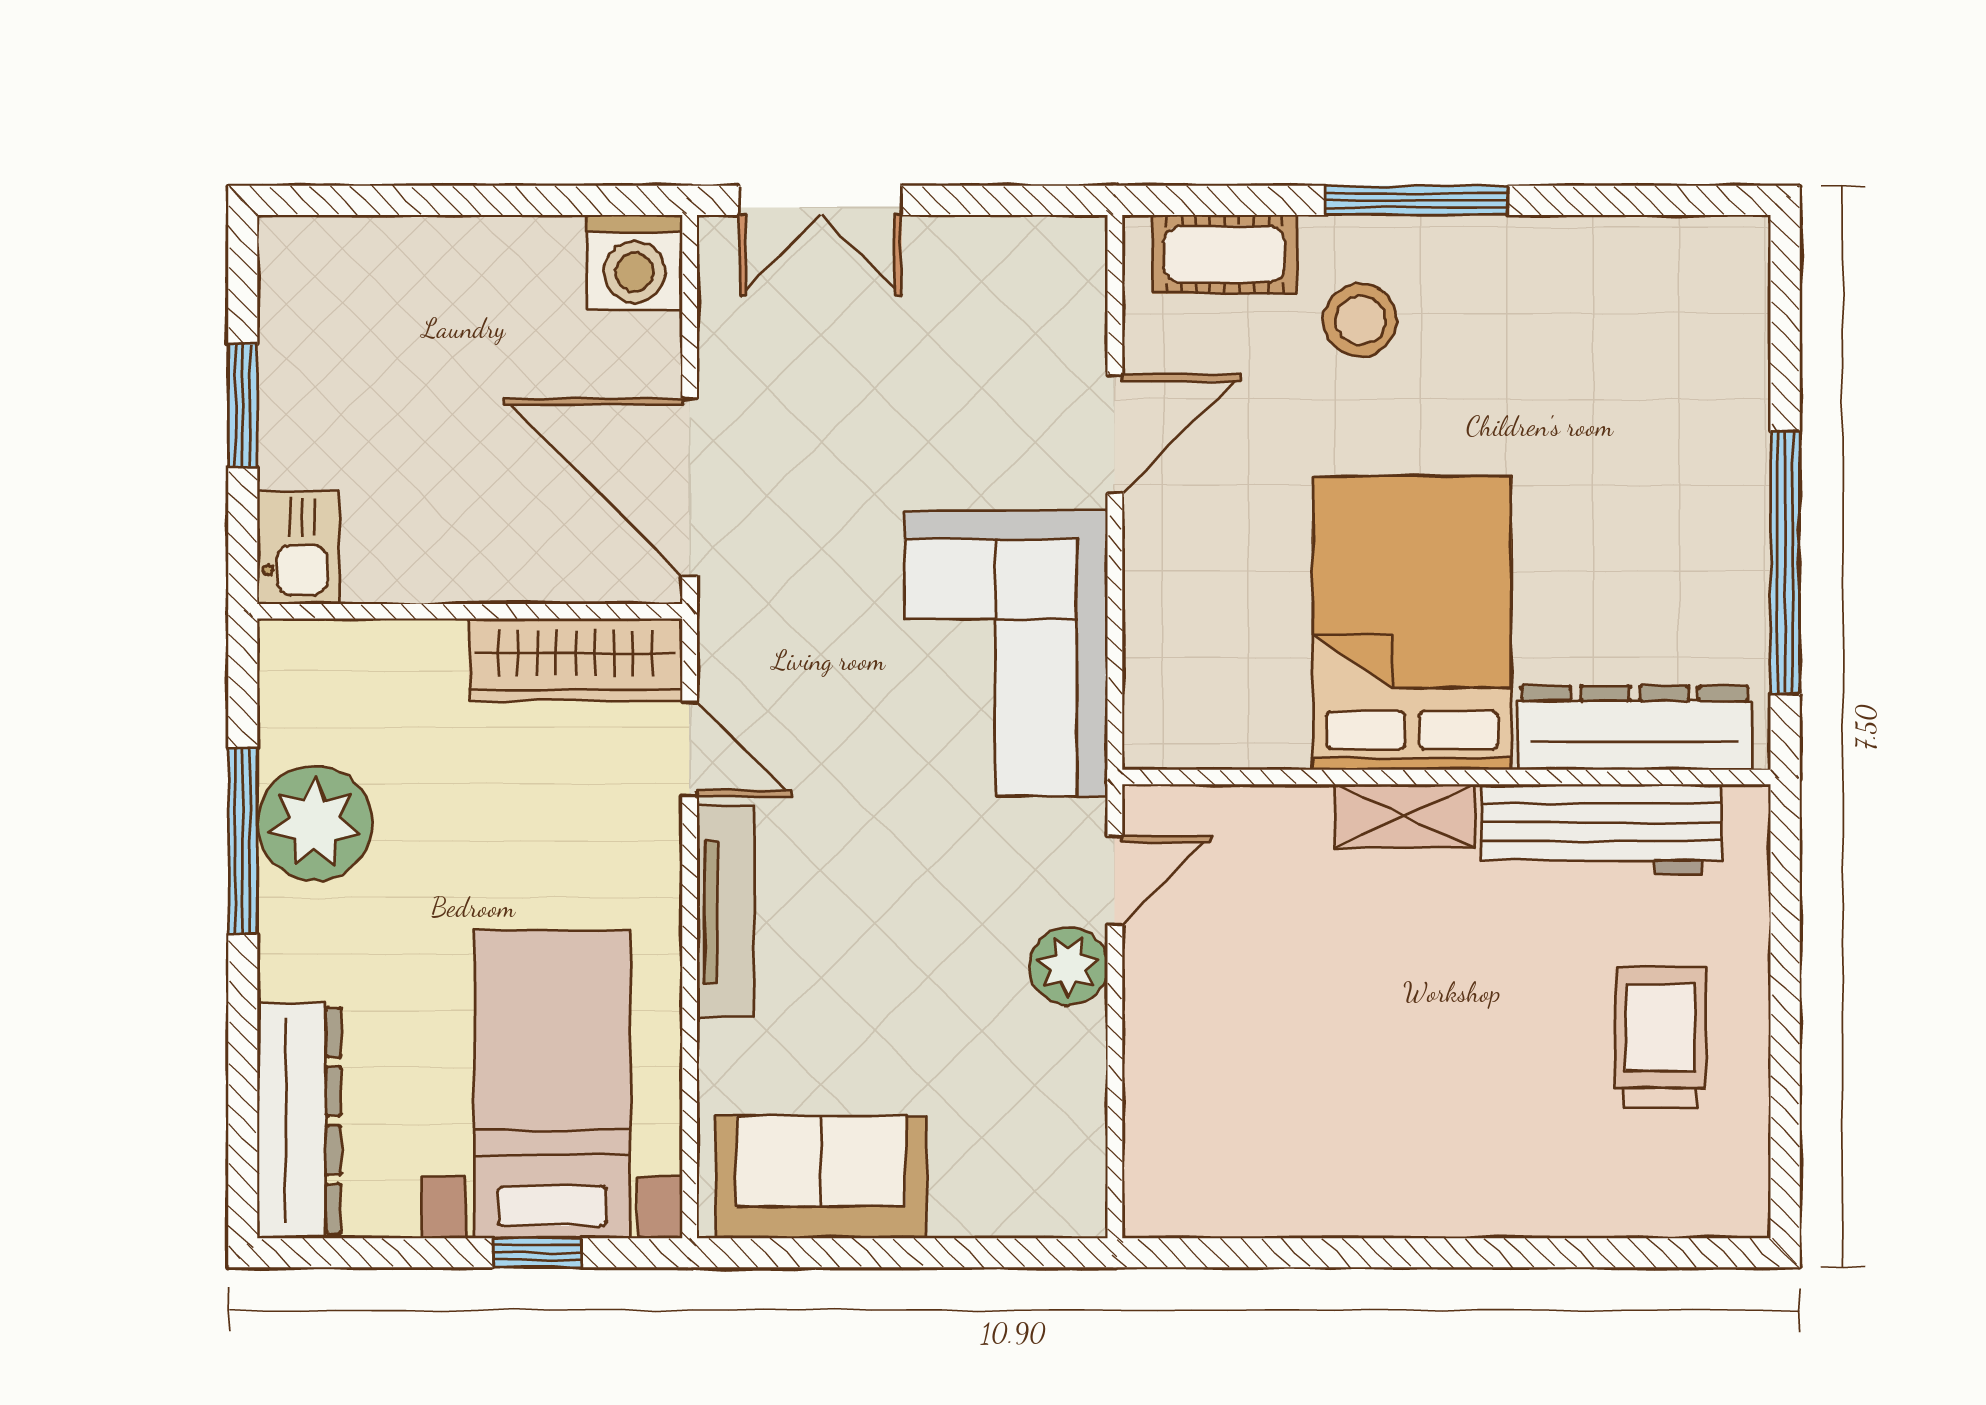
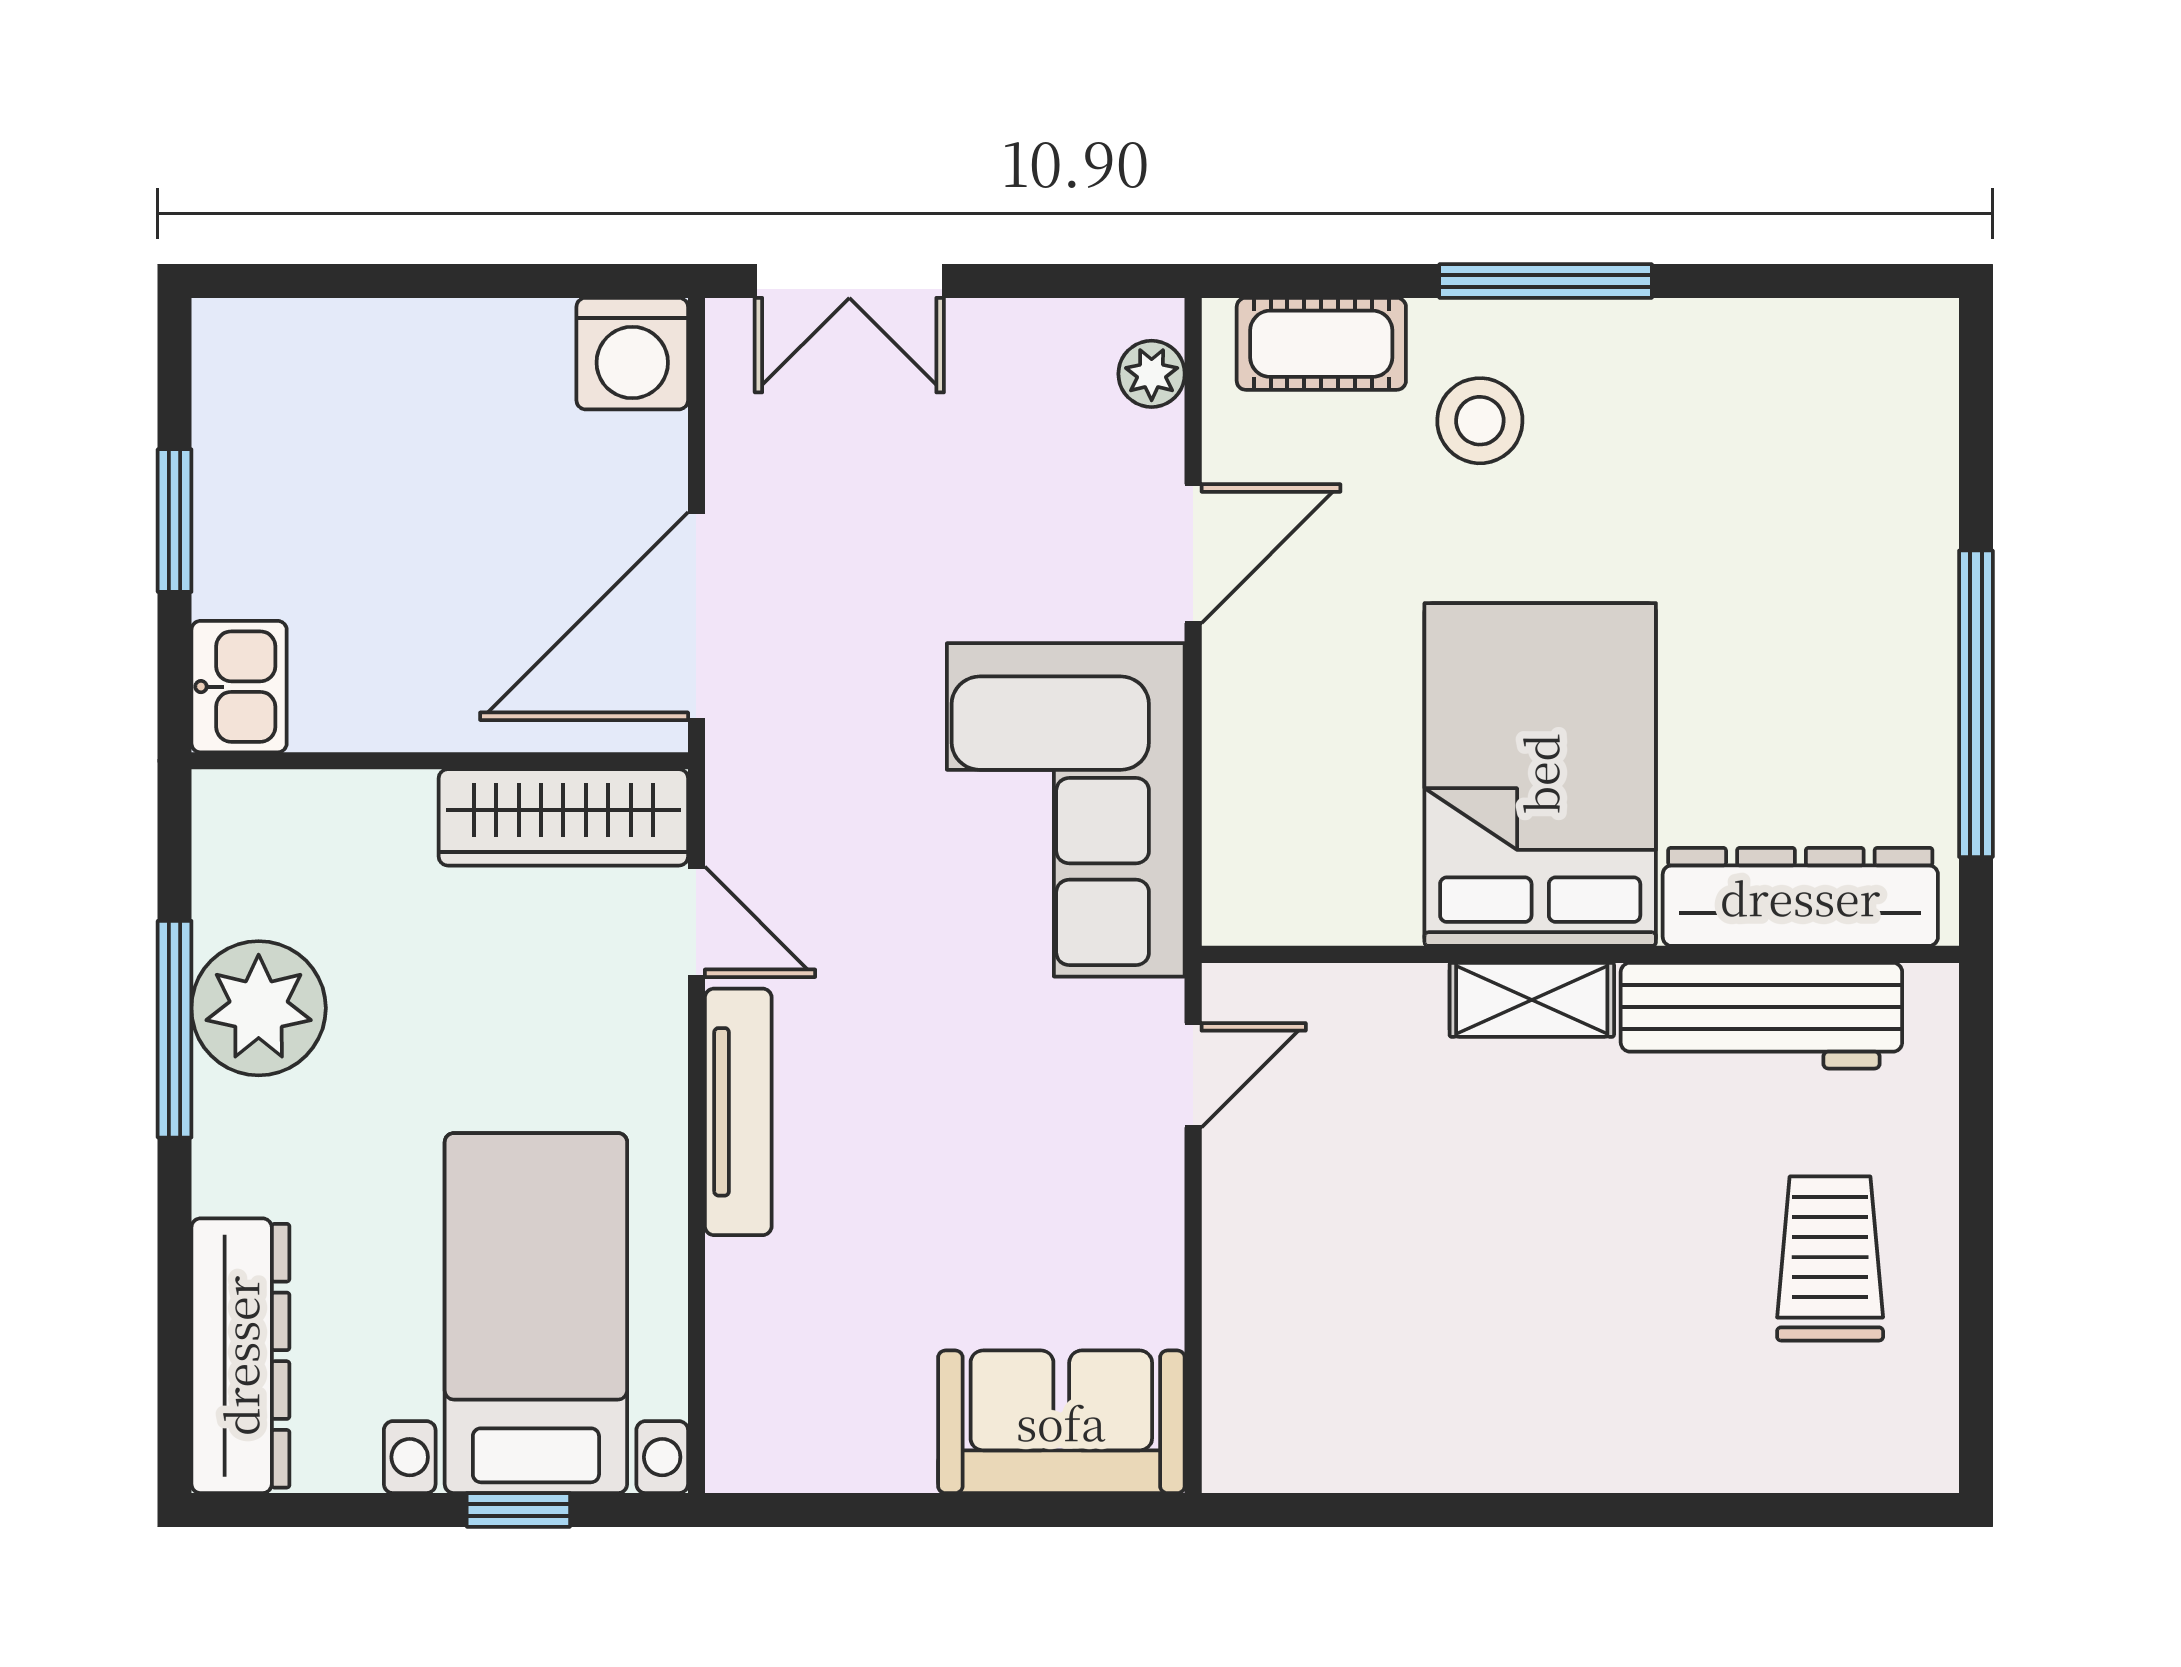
door: (690, 487) -> (696, 616), hinge flipped
plant: (1069, 966) -> (1152, 374), moved, width x0.73, depth x0.73
sofa: (821, 1177) -> (1061, 1422), moved

